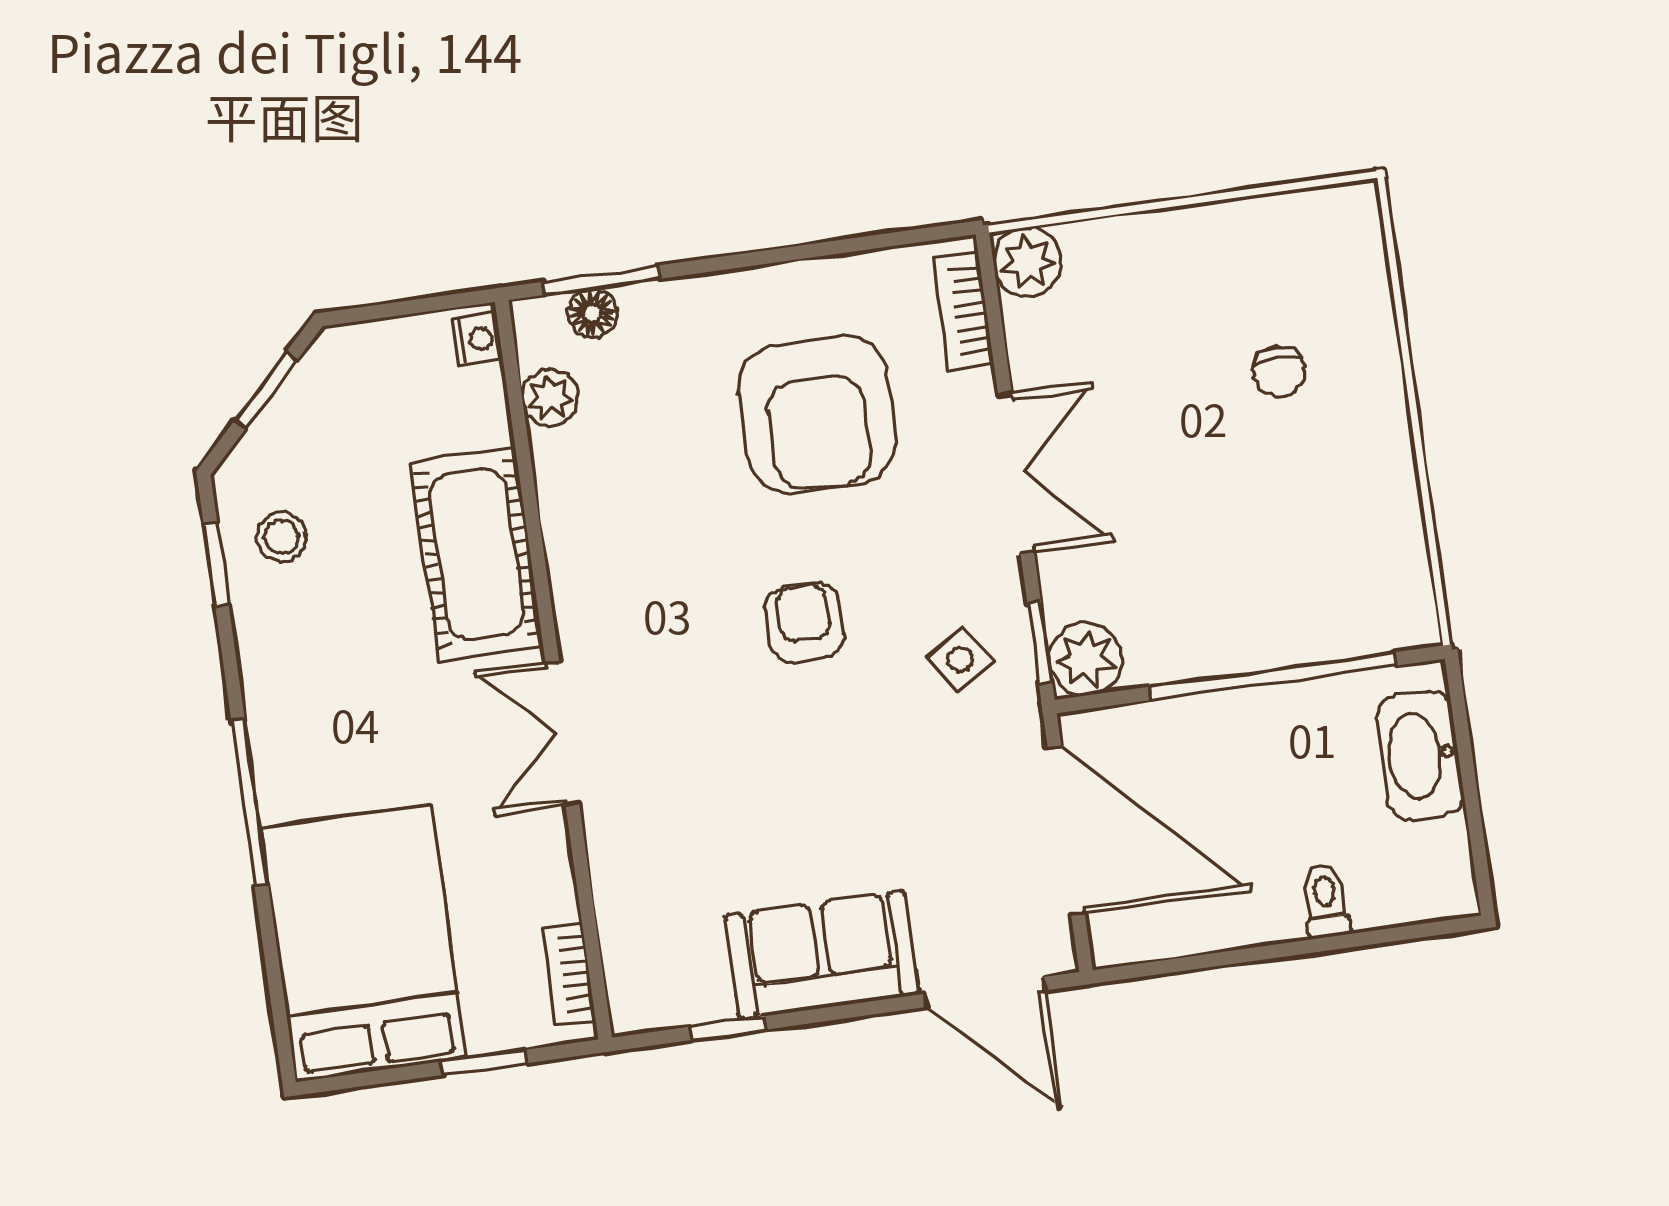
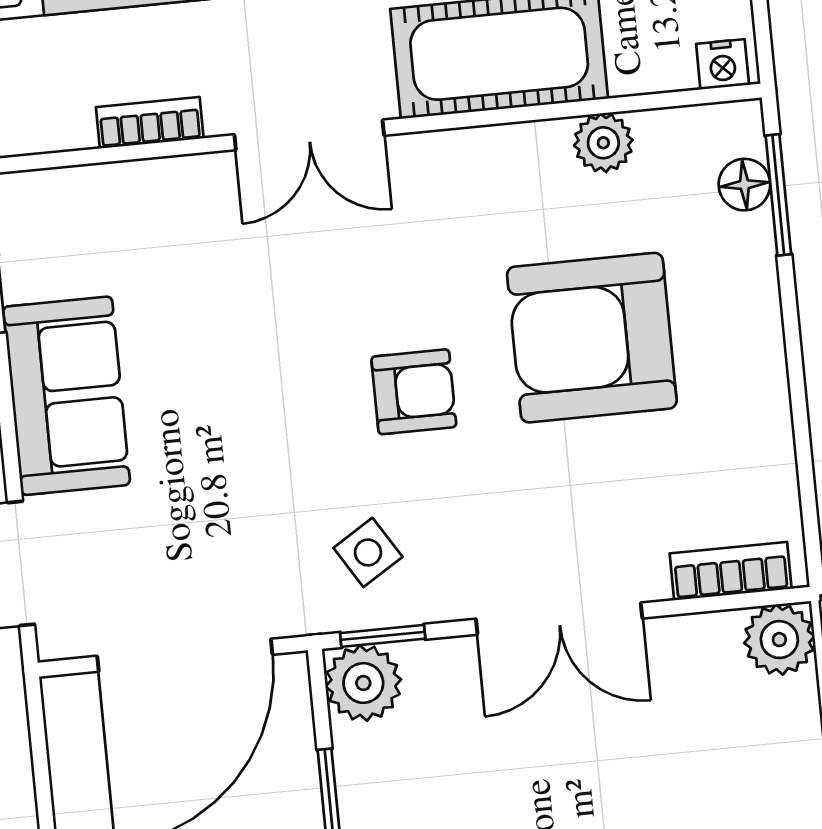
plant: (550, 397) -> (603, 143), moved
armchair: (817, 415) -> (592, 338), moved
double door: (562, 733) -> (309, 135), swing flipped
bookcase: (569, 974) -> (150, 123), moved

